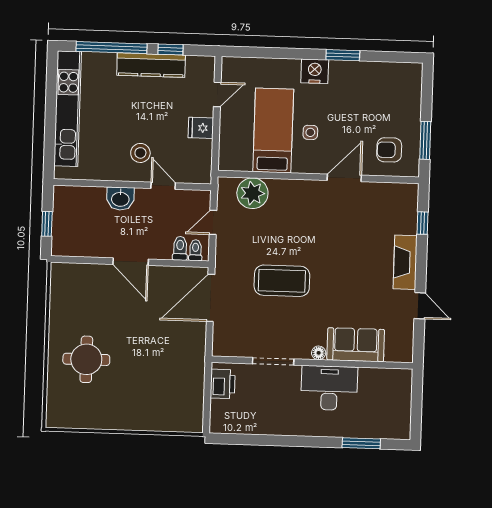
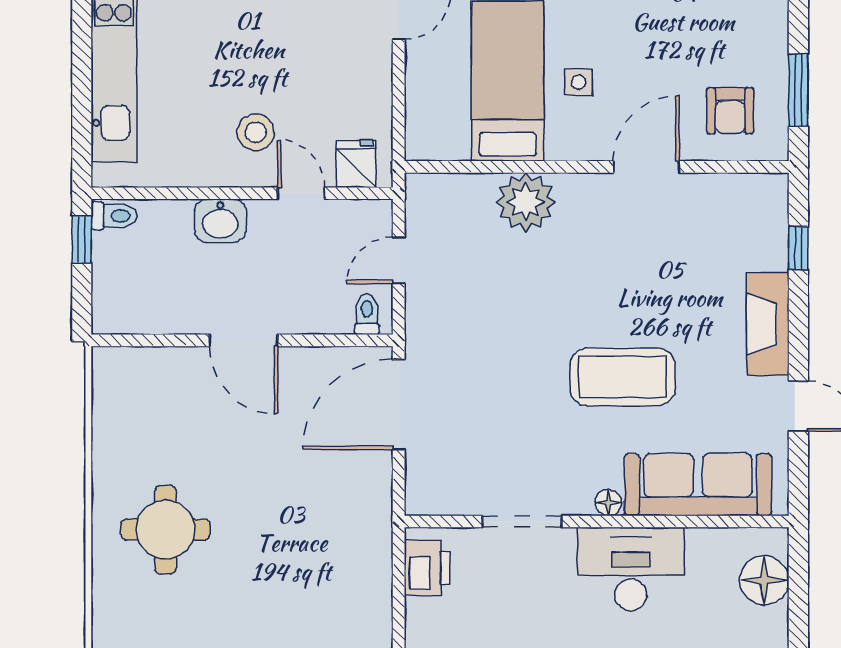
fridge: (201, 128) -> (356, 164), moved, turned 90
armchair: (389, 150) -> (730, 111), turned -90
plant: (252, 193) -> (526, 202), moved
window: (47, 224) -> (82, 239), moved
toilet: (180, 248) -> (114, 216), moved, turned 90
coffee table: (282, 281) -> (623, 377), moved
sofa: (356, 345) -> (698, 485), width x1.36
floor lamp: (399, 396) -> (764, 580), added

